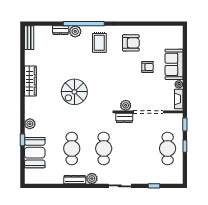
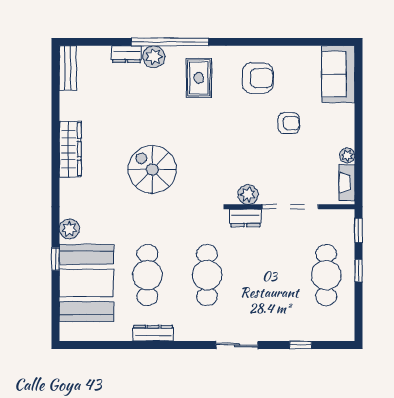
sofa: (174, 64) -> (338, 74), moved
spiral stairs: (74, 92) -> (152, 169), turned 90
booth: (35, 153) -> (86, 283), width x1.36, depth x1.42
plant: (92, 178) -> (185, 331), removed

